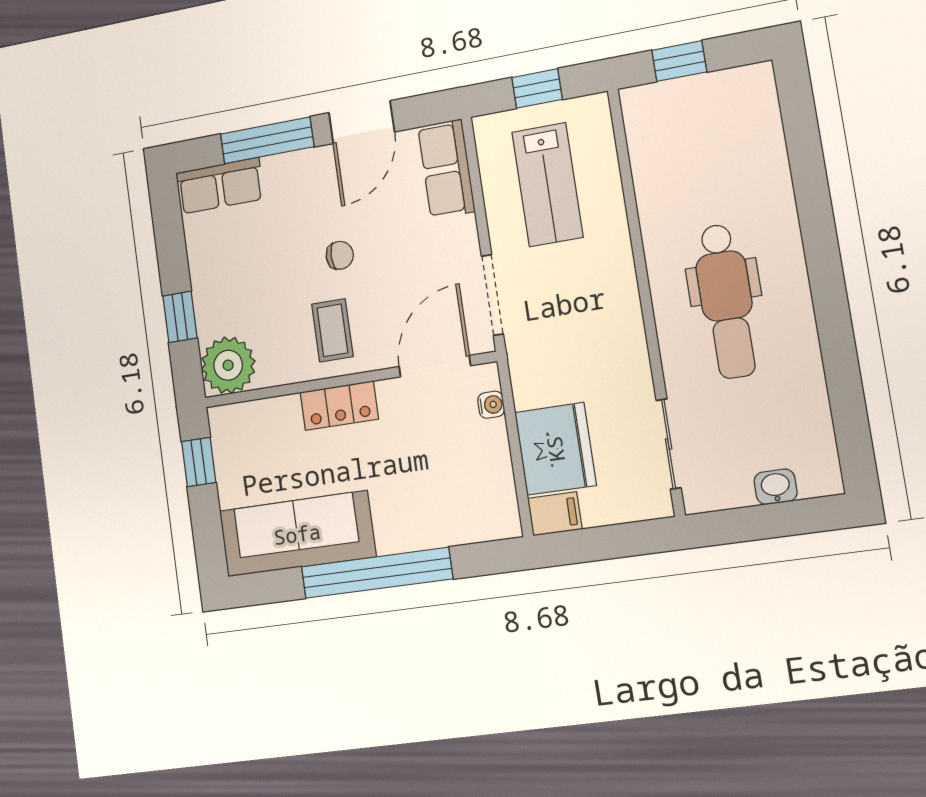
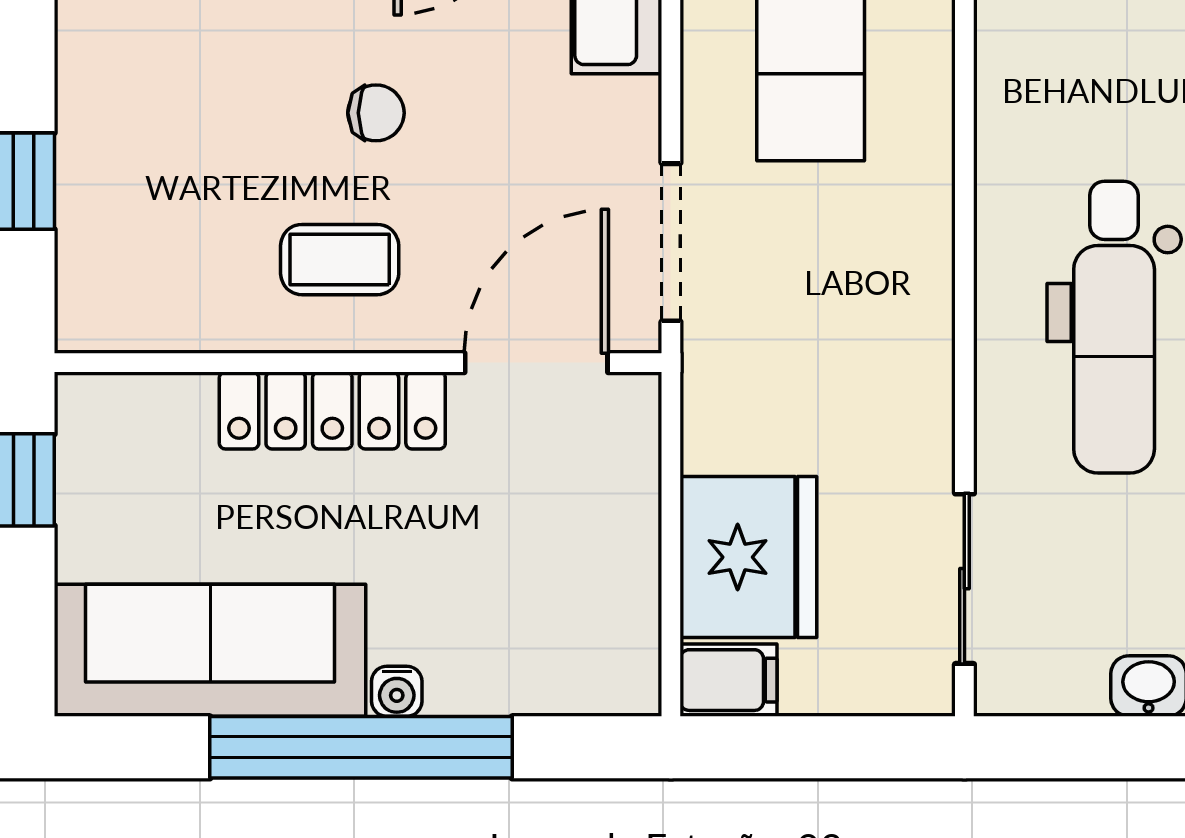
coffee table: (332, 330) -> (340, 260), turned 90
plant: (228, 365) -> (113, 295), removed
water cooler: (491, 405) -> (397, 691), moved, turned 90
locker: (339, 406) -> (332, 410), width x1.53

